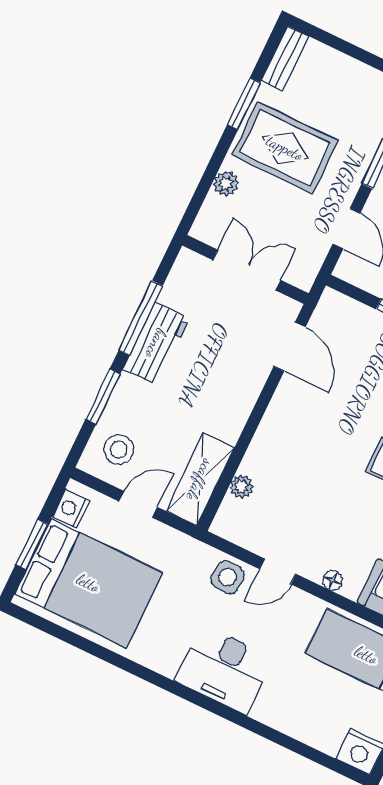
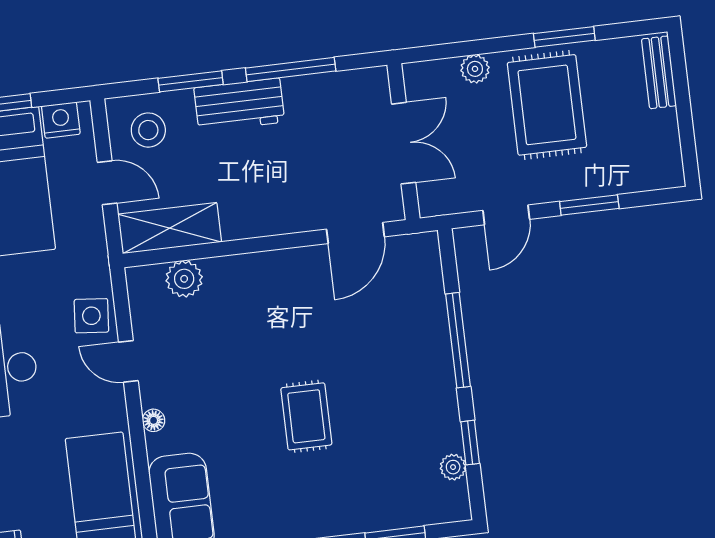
bench: (285, 58) -> (659, 72), moved, turned 90
workbench: (156, 344) -> (239, 105), moved
plant: (242, 487) -> (184, 279), width x1.38, depth x1.38

